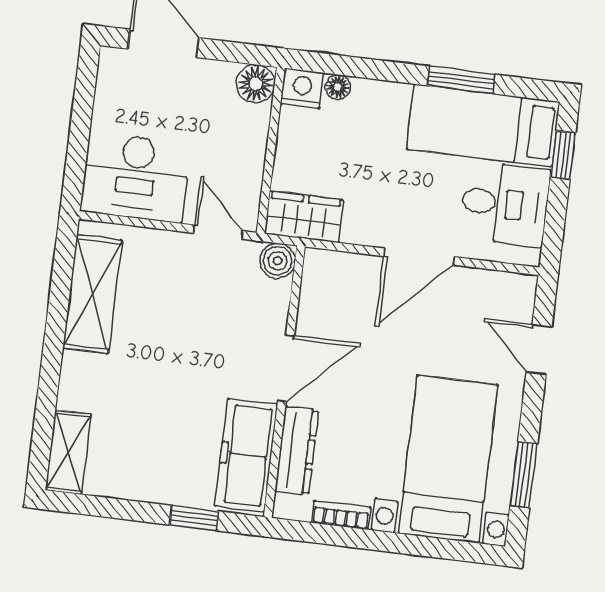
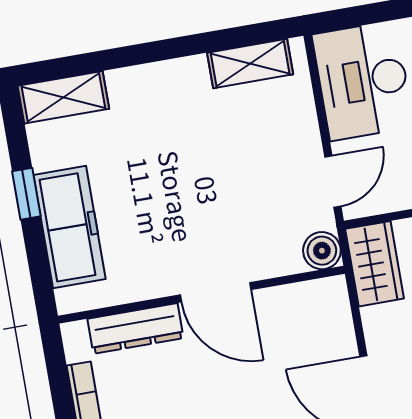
shelving: (92, 294) -> (250, 64), width x0.67, depth x0.75
freezer: (246, 455) -> (70, 227), moved, turned 90
window: (194, 518) -> (26, 194), moved

